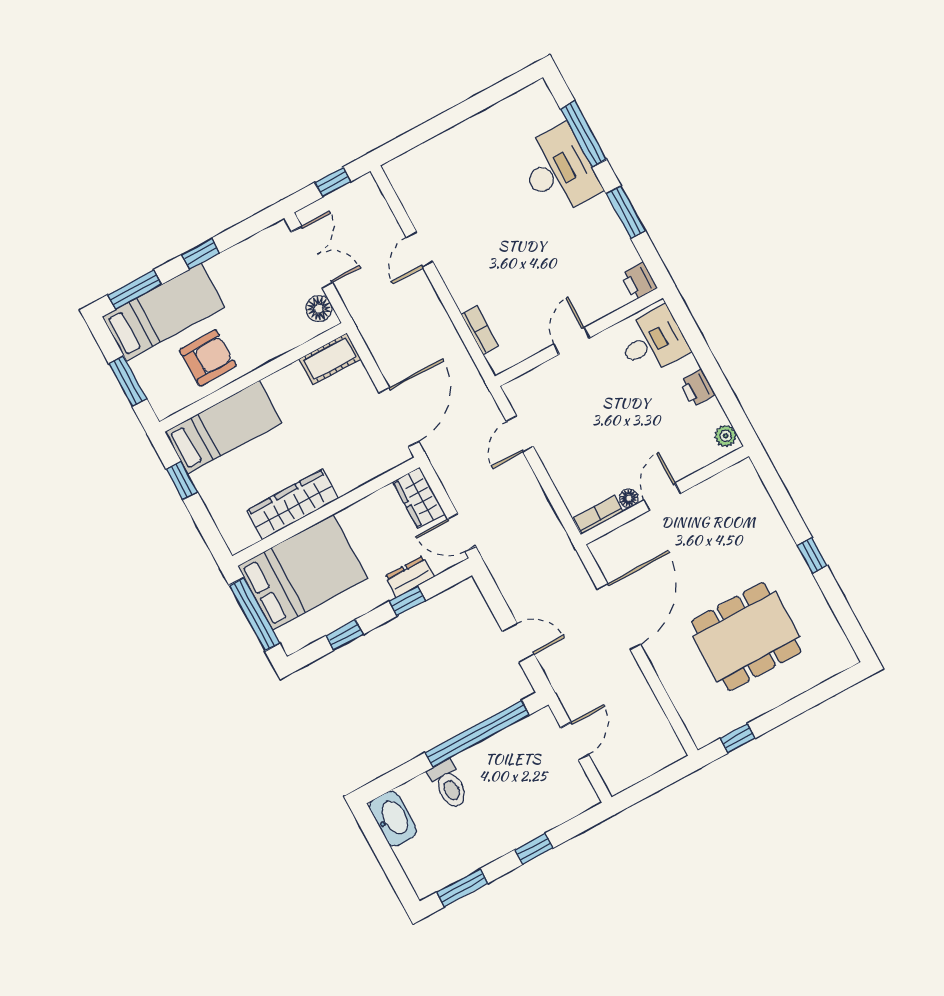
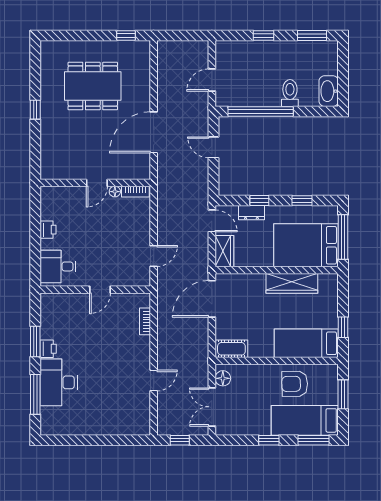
printer: (639, 281) -> (48, 349), moved
plant: (726, 436) -> (47, 197), removed

